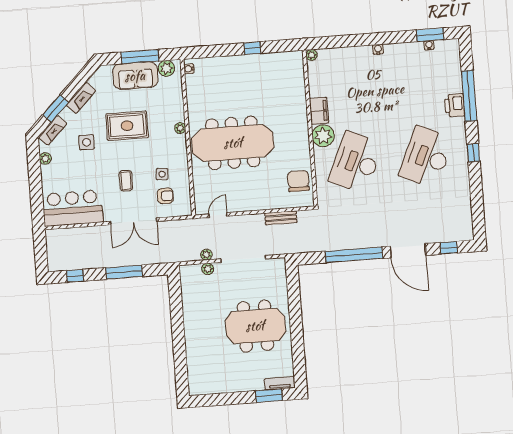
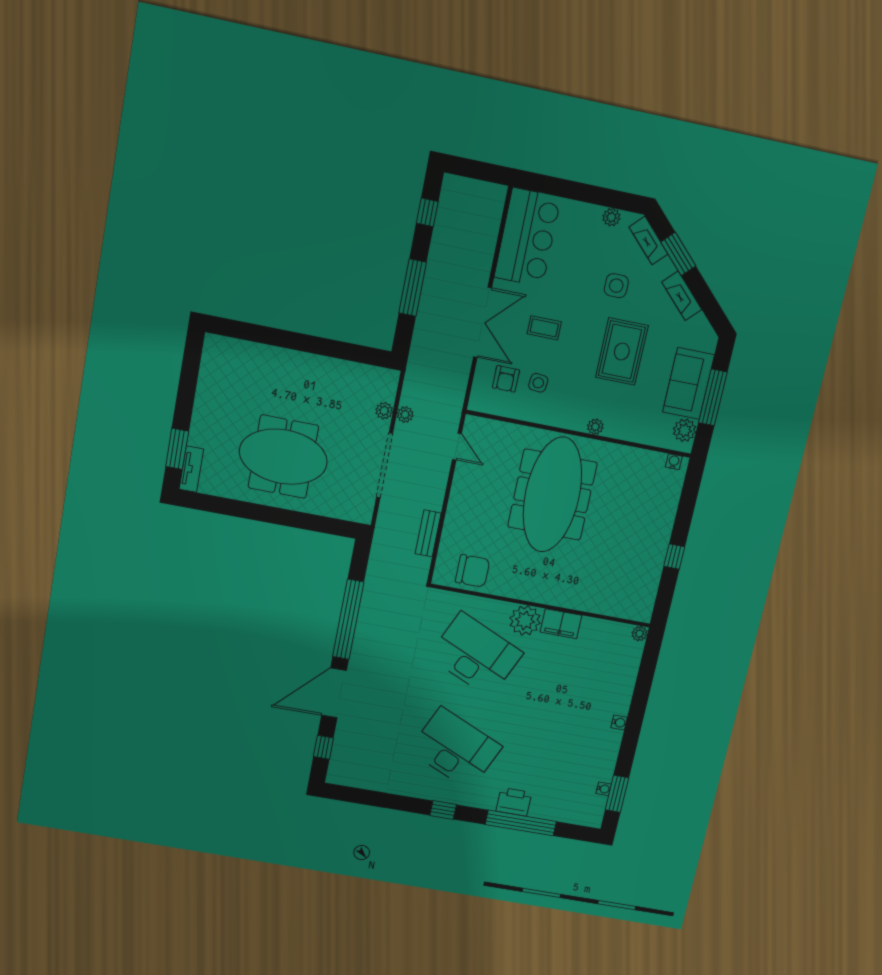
double door: (134, 221) -> (482, 322), swing flipped
meeting table: (255, 326) -> (283, 457), turned 90

